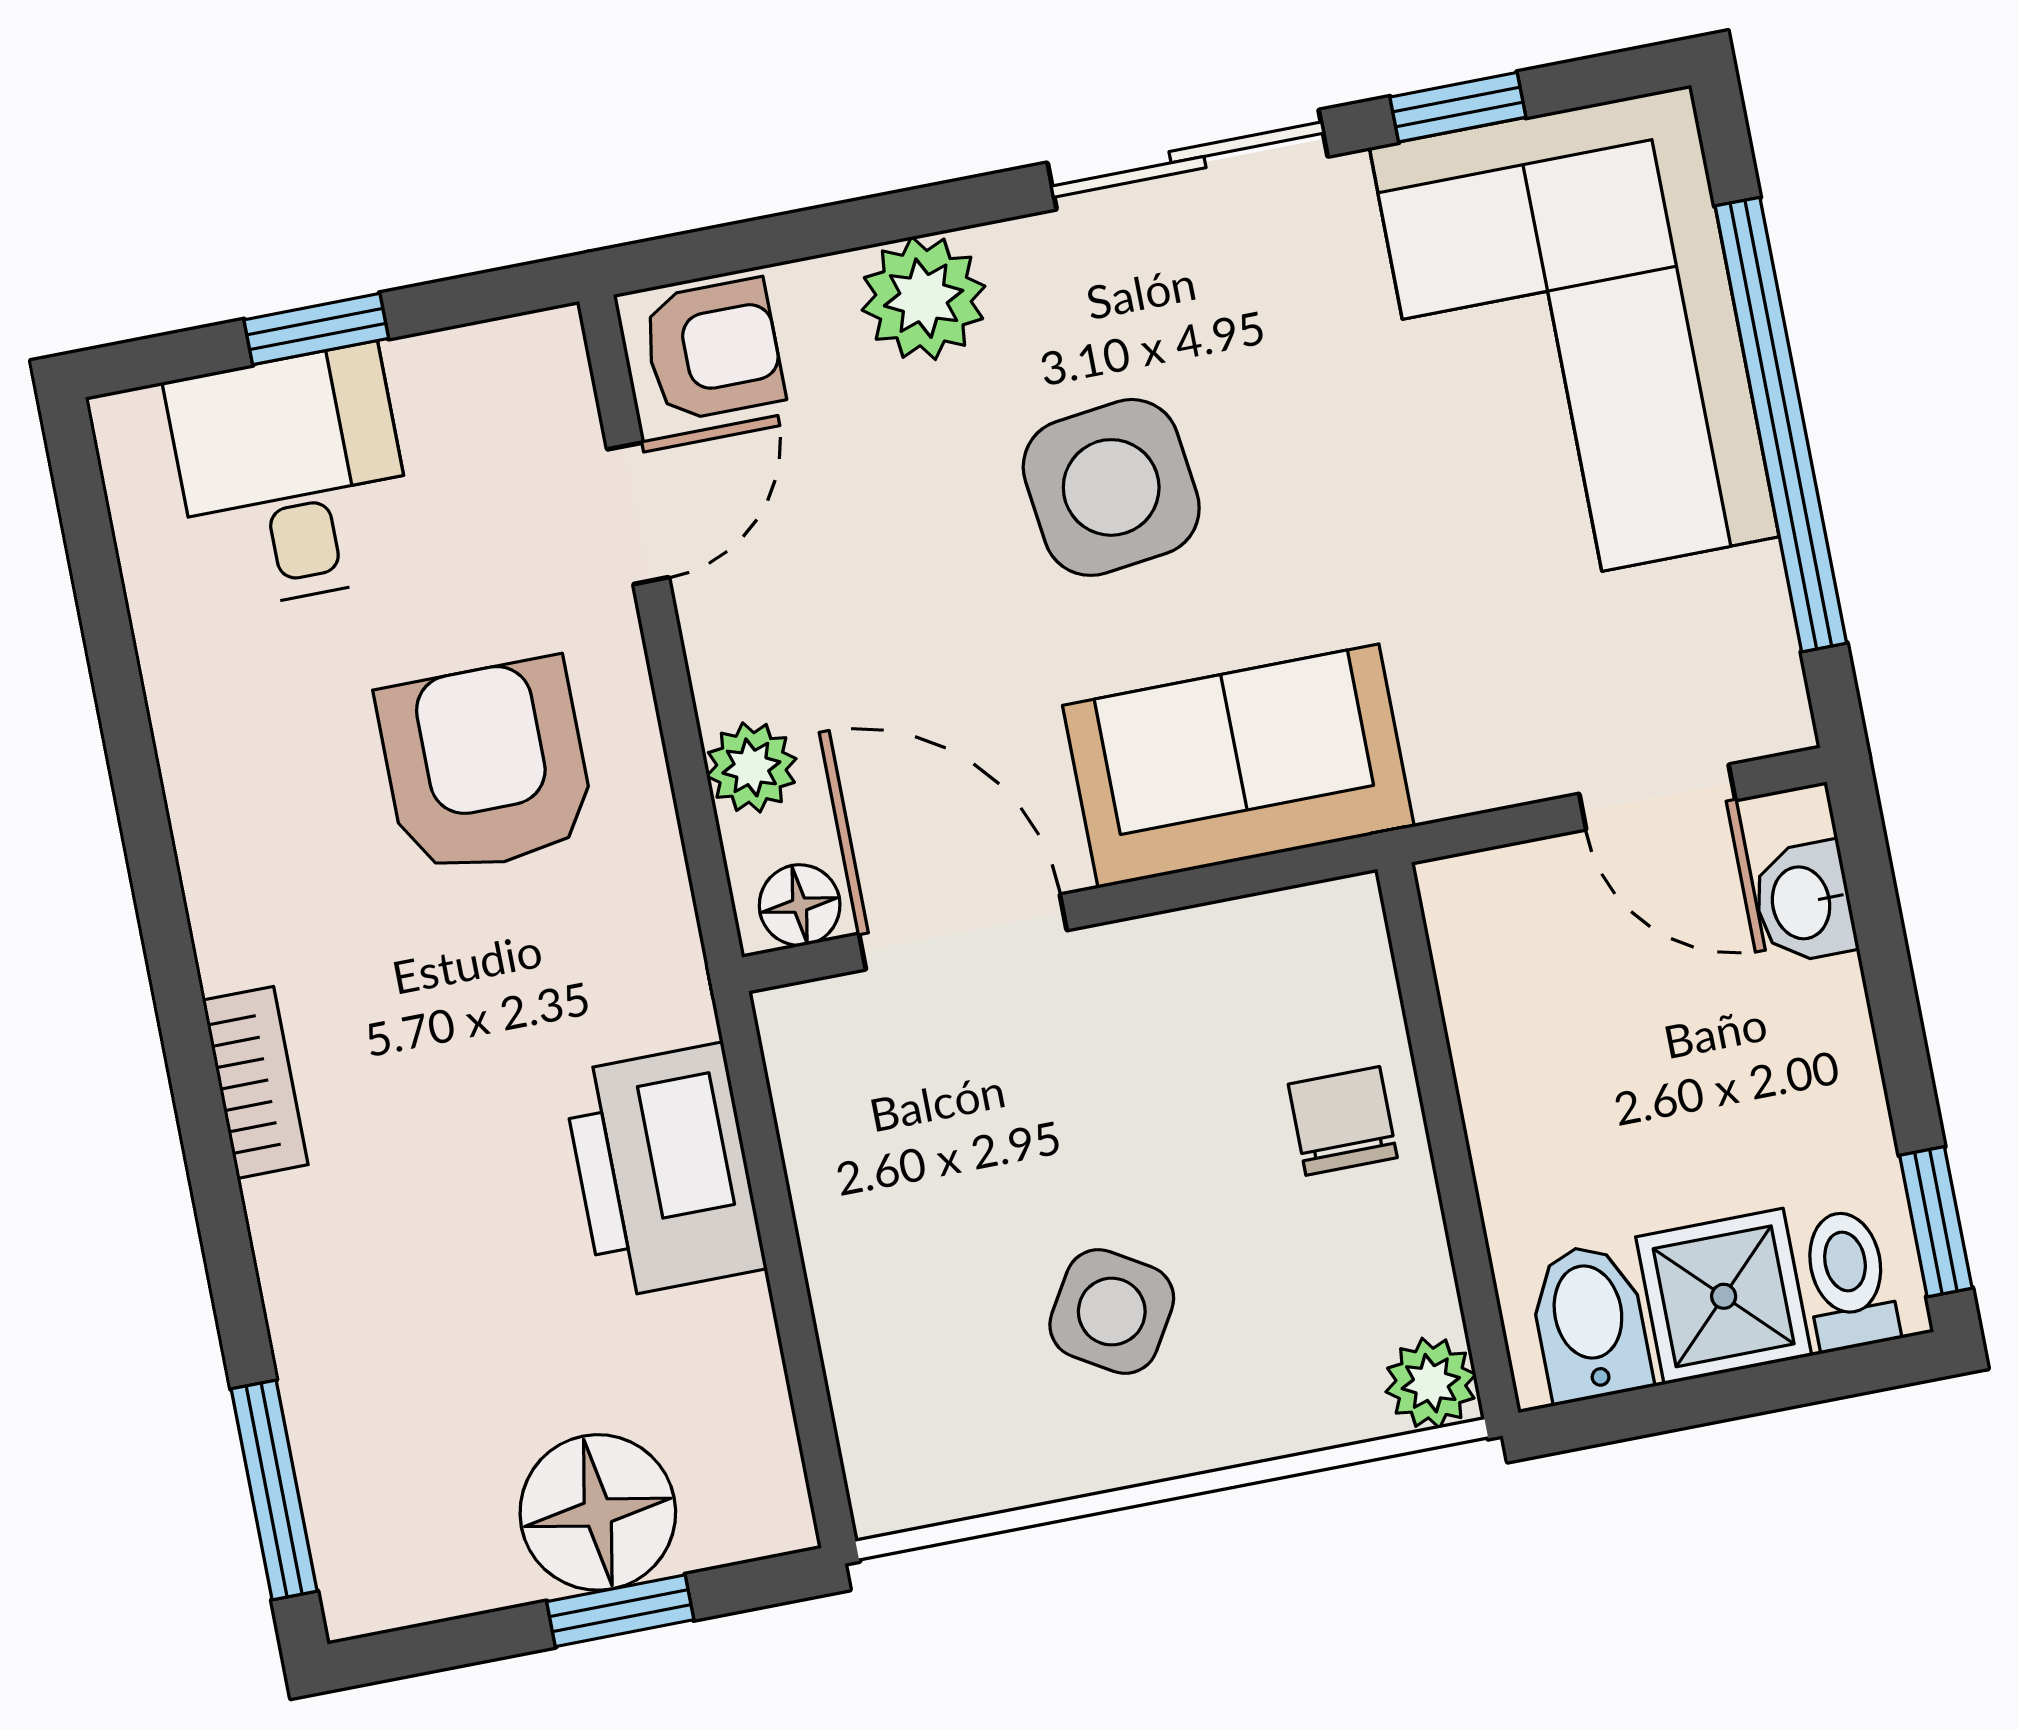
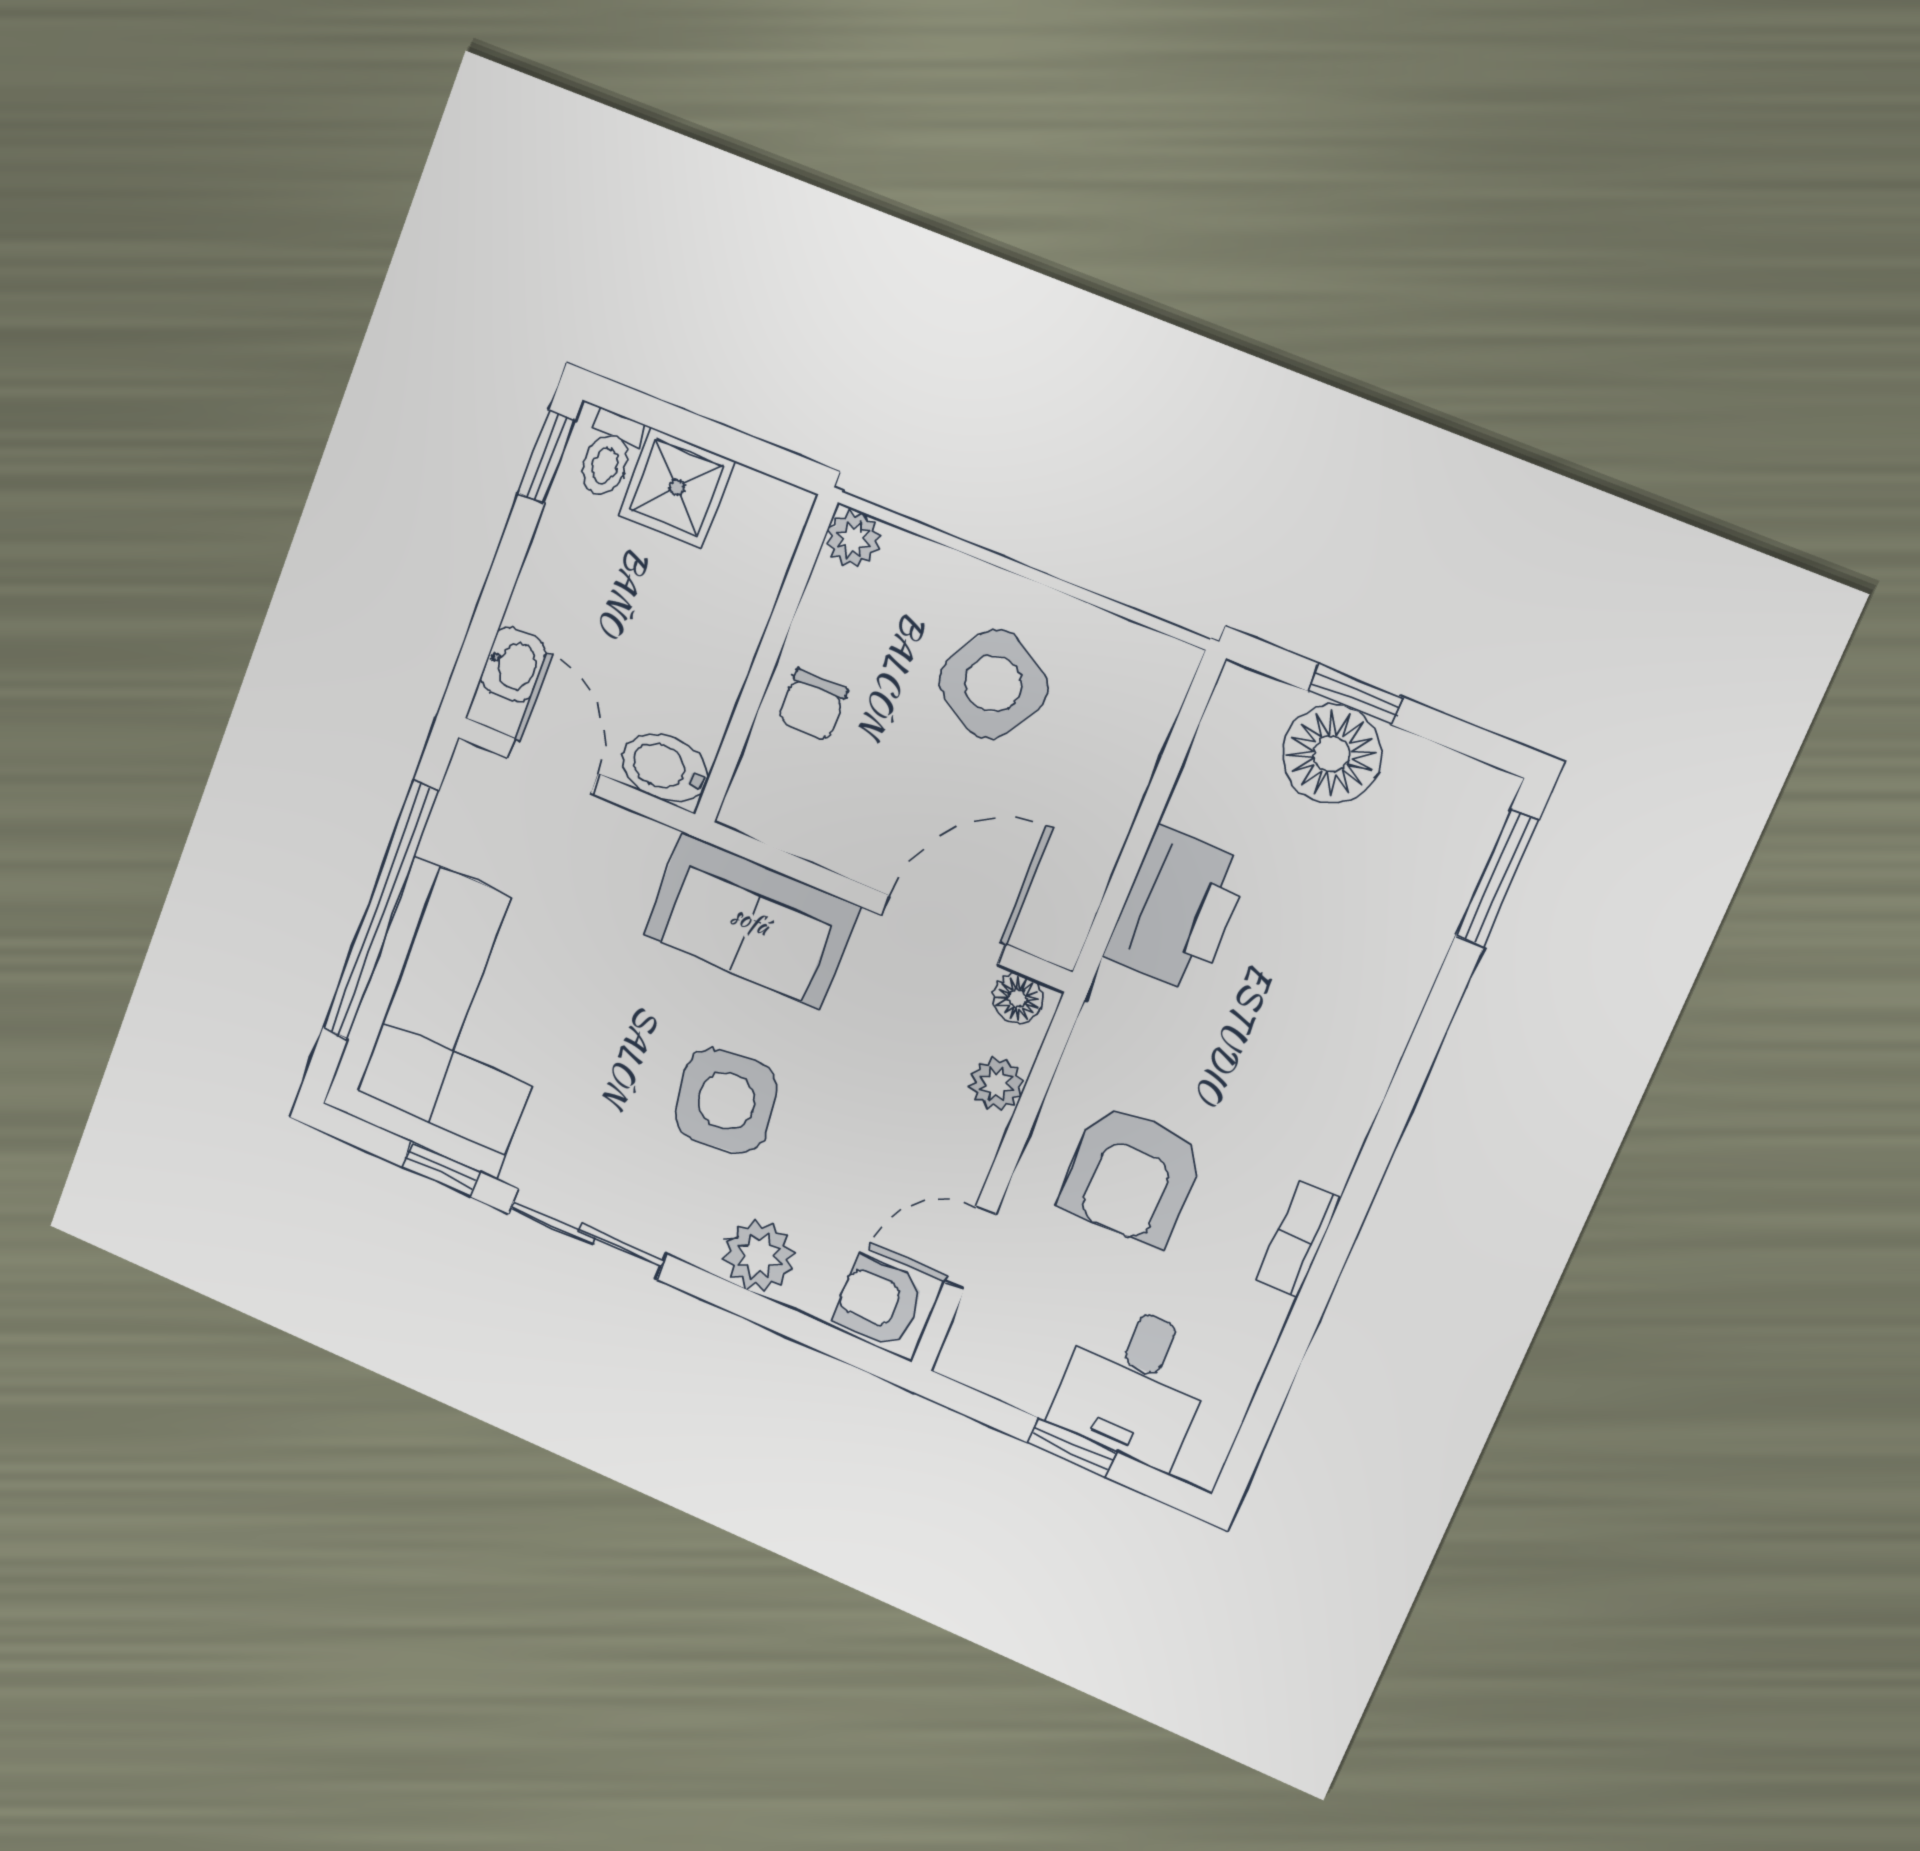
door: (963, 932) -> (943, 930), swing flipped
bookcase: (255, 1082) -> (1299, 1238), moved
side table: (1112, 1312) -> (993, 684), width x1.37, depth x1.37
bidet: (1590, 1322) -> (665, 768), moved, turned 90

